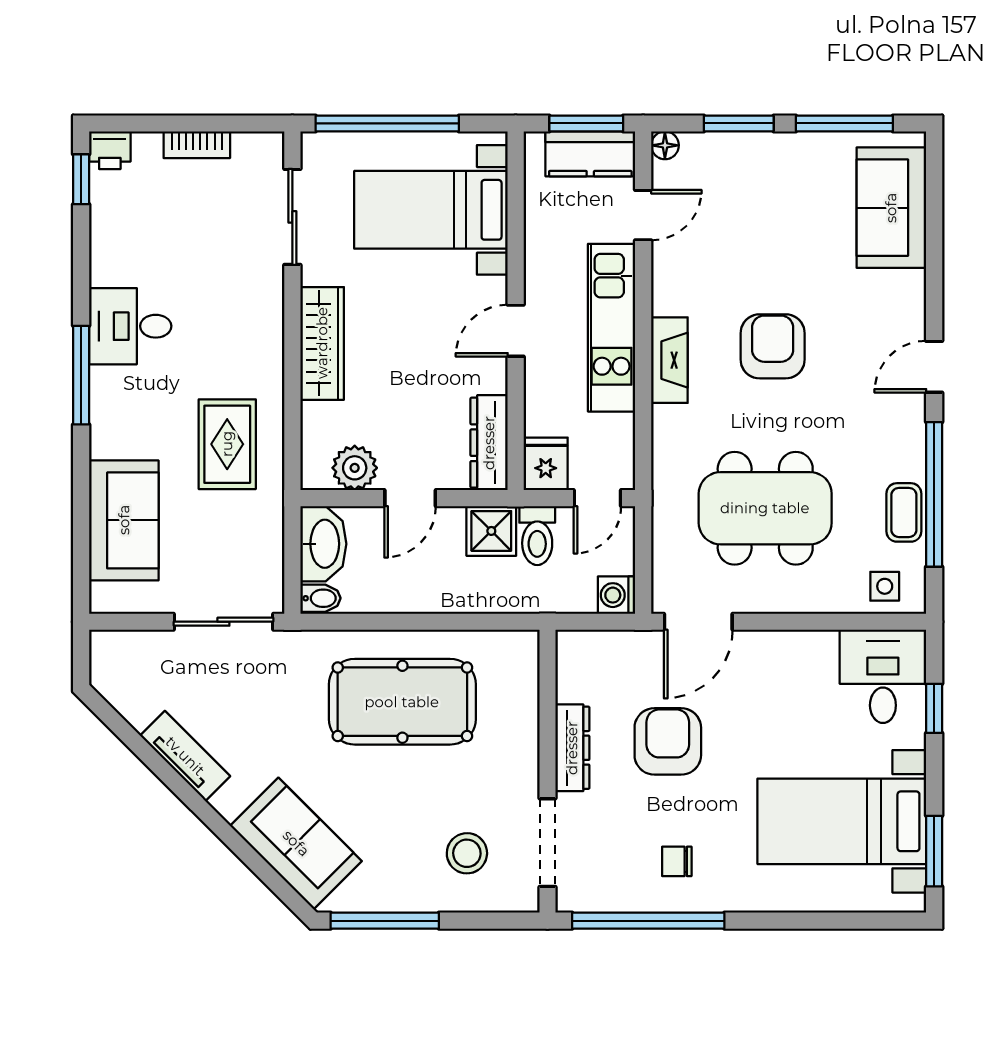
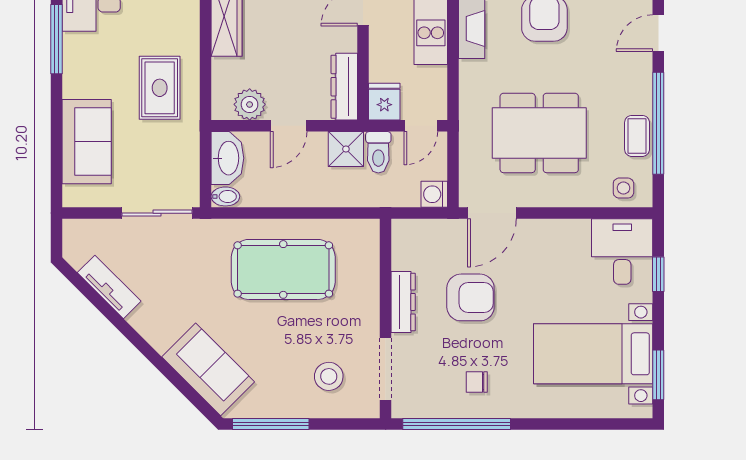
armchair: (668, 741) -> (470, 297), turned 90
tv unit: (185, 756) -> (109, 287), moved

